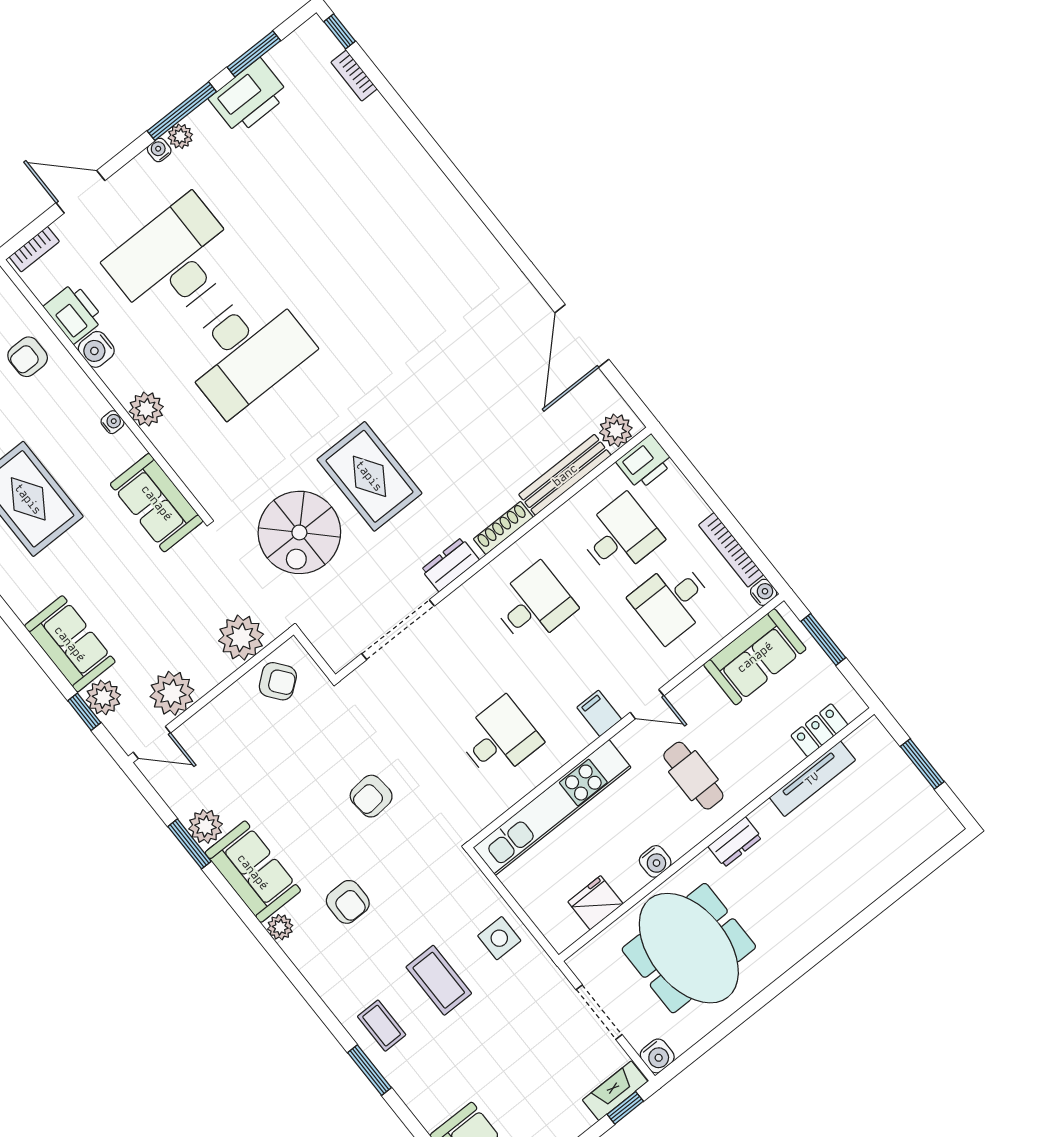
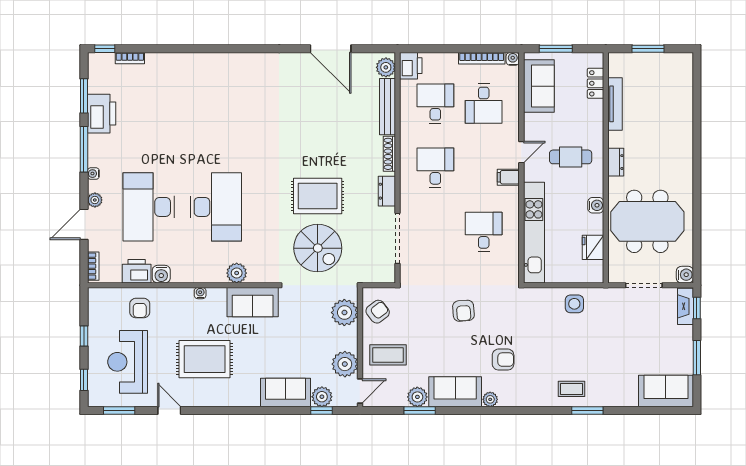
plant: (180, 136) -> (95, 200), moved
plant: (146, 409) -> (237, 273), moved
coffee table: (439, 980) -> (388, 355), moved

